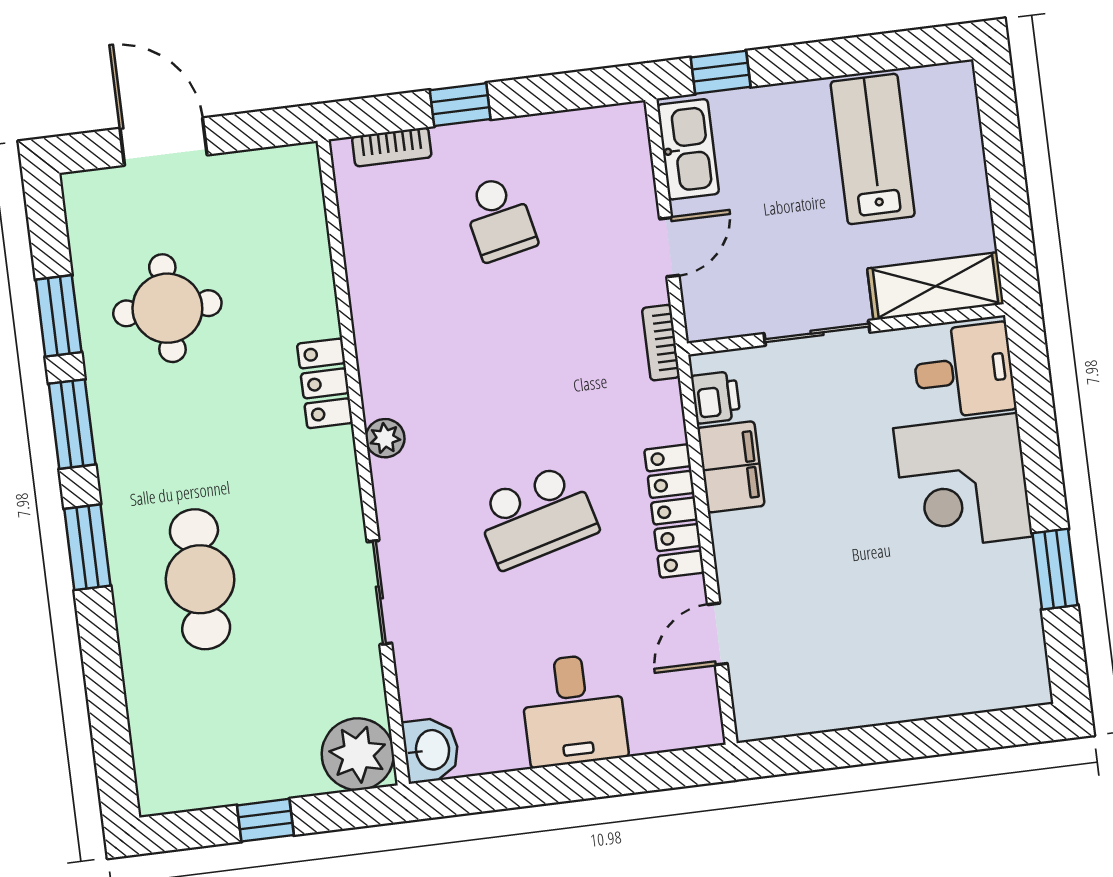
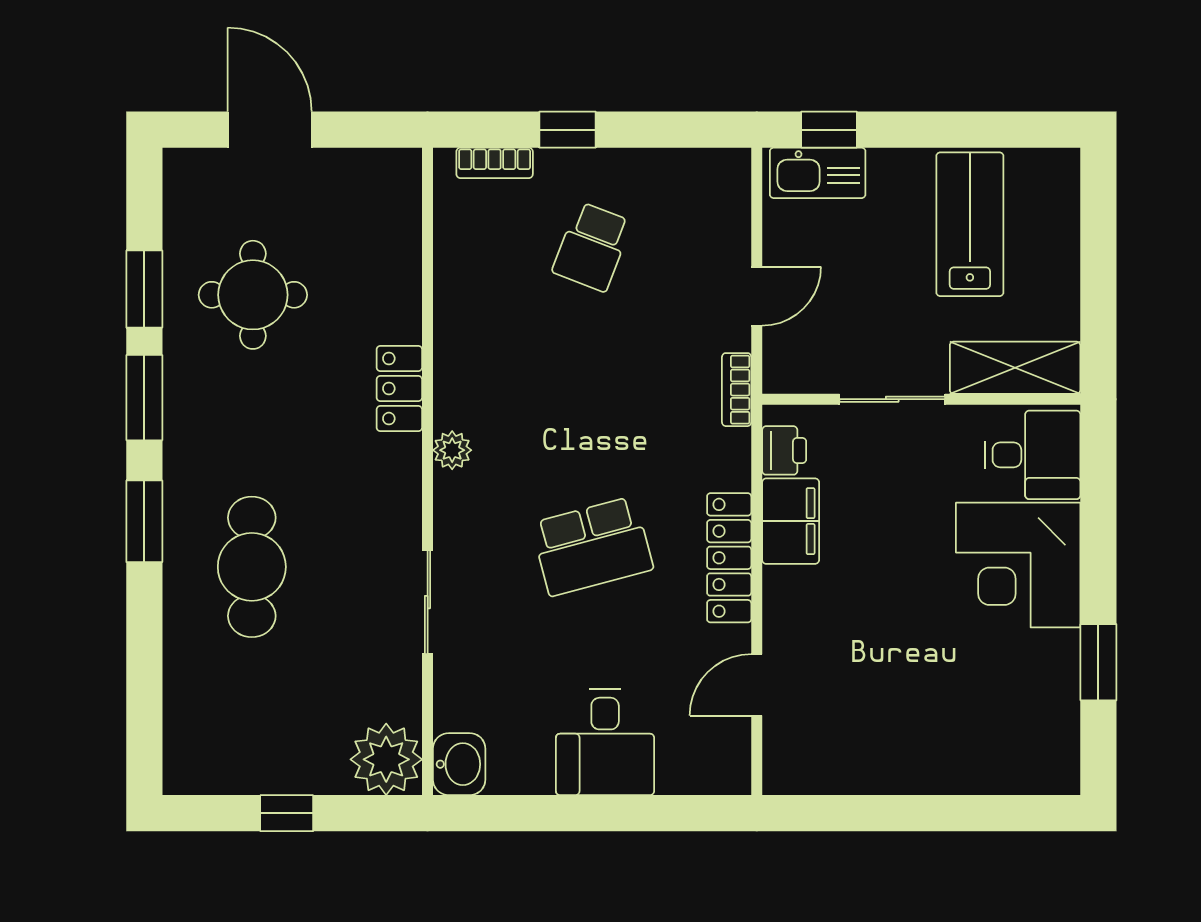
kitchen sink: (688, 149) -> (818, 173), moved, turned 90
school desk: (499, 218) -> (592, 247), turned 33

